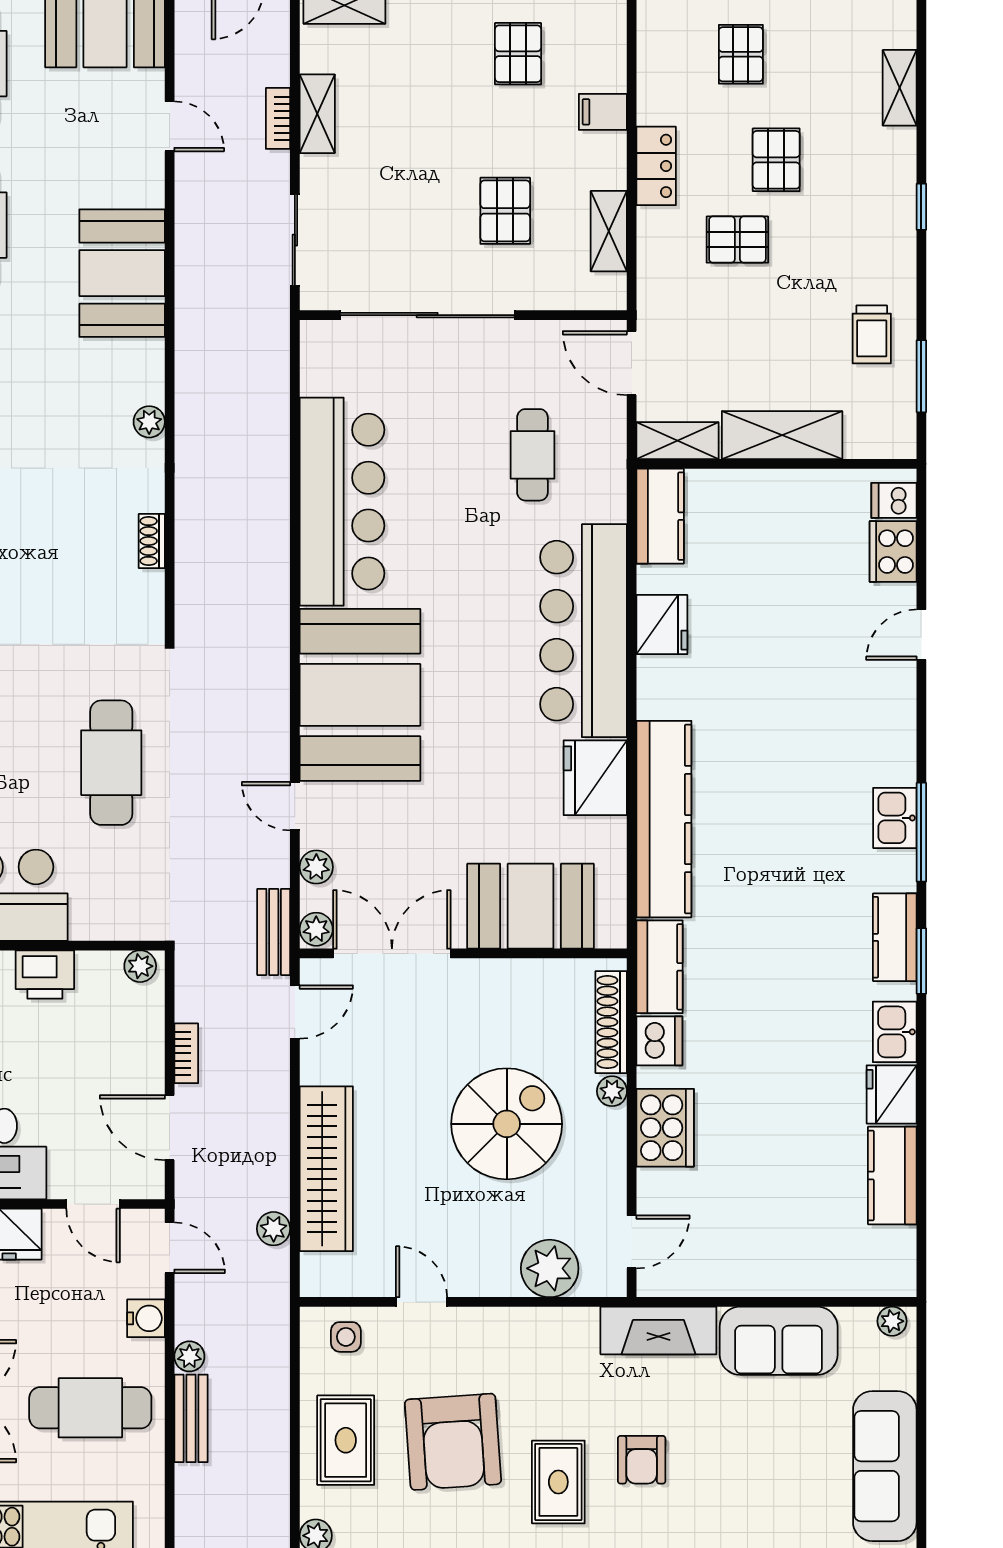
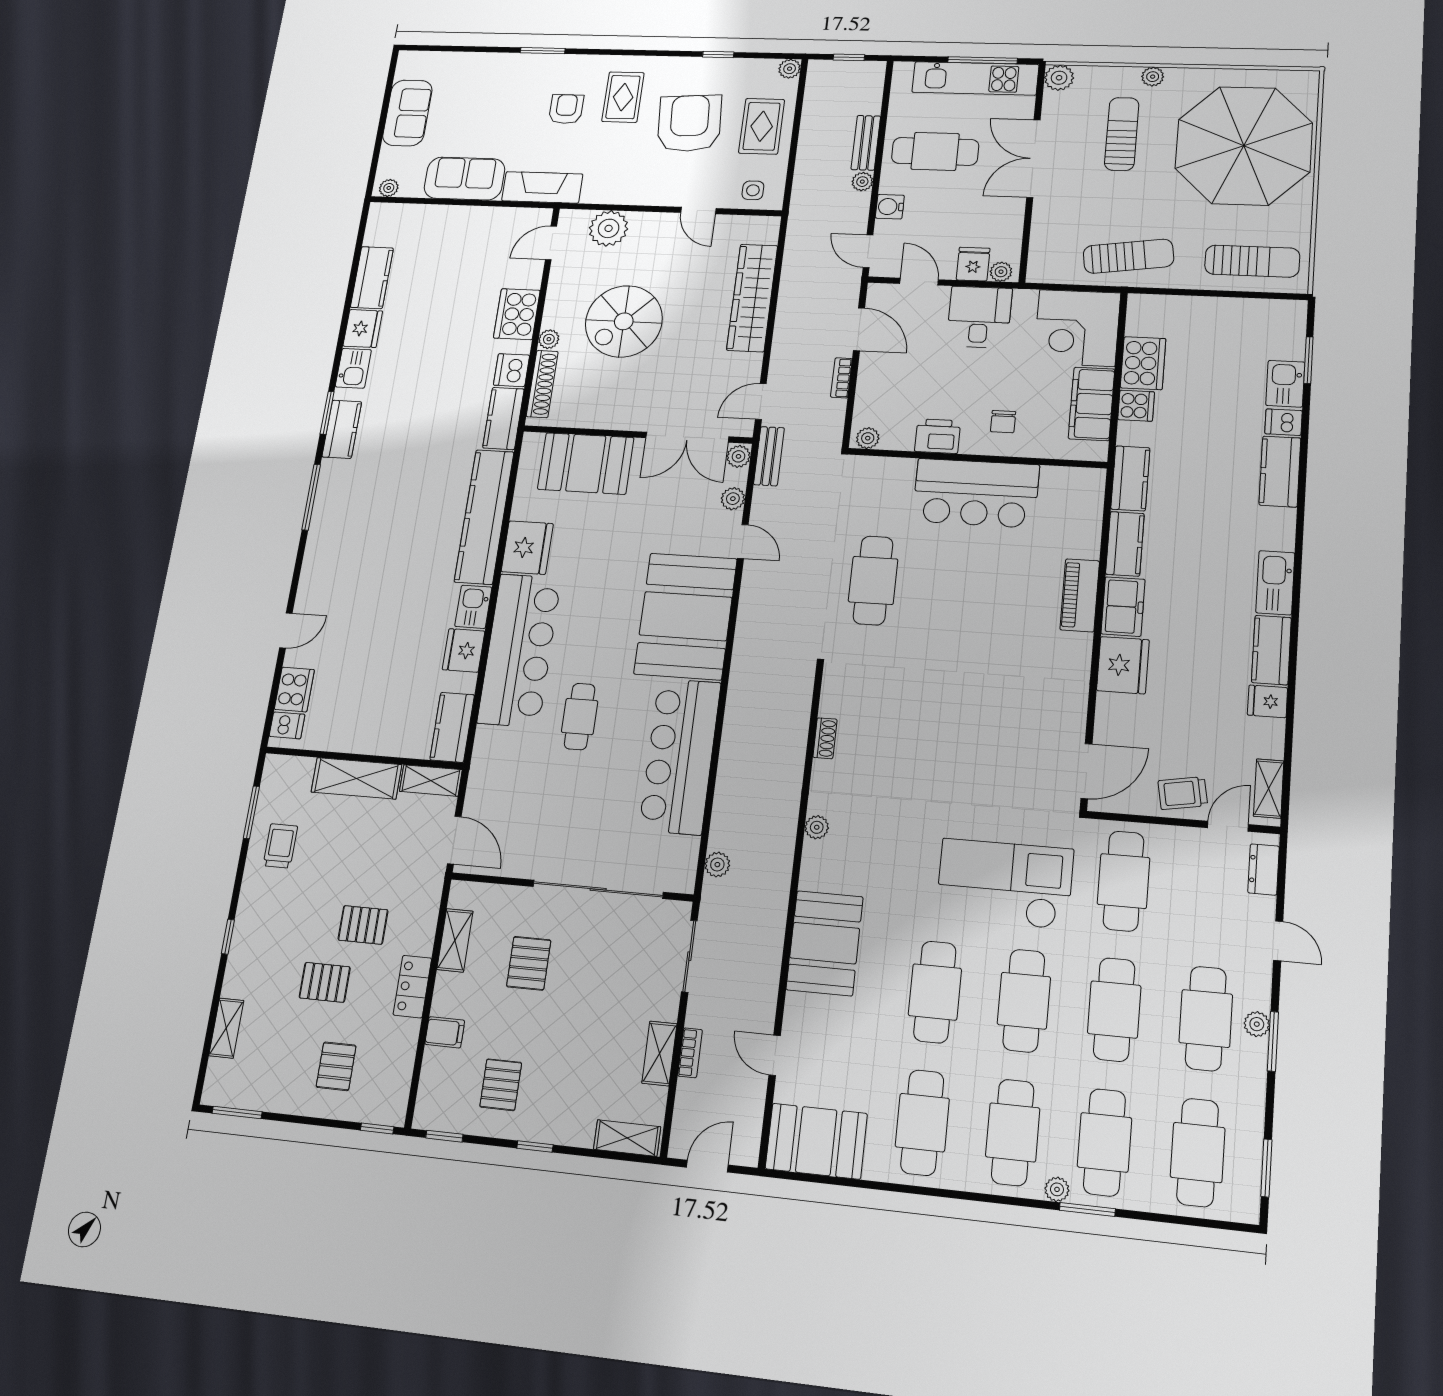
pallet: (776, 160) -> (325, 982), turned 90
cafe table: (532, 455) -> (580, 716), moved
kitchen sink: (895, 818) -> (473, 607), moved, turned 180
plant: (274, 1229) -> (717, 865), moved
sofa: (885, 1466) -> (407, 113), width x0.73

